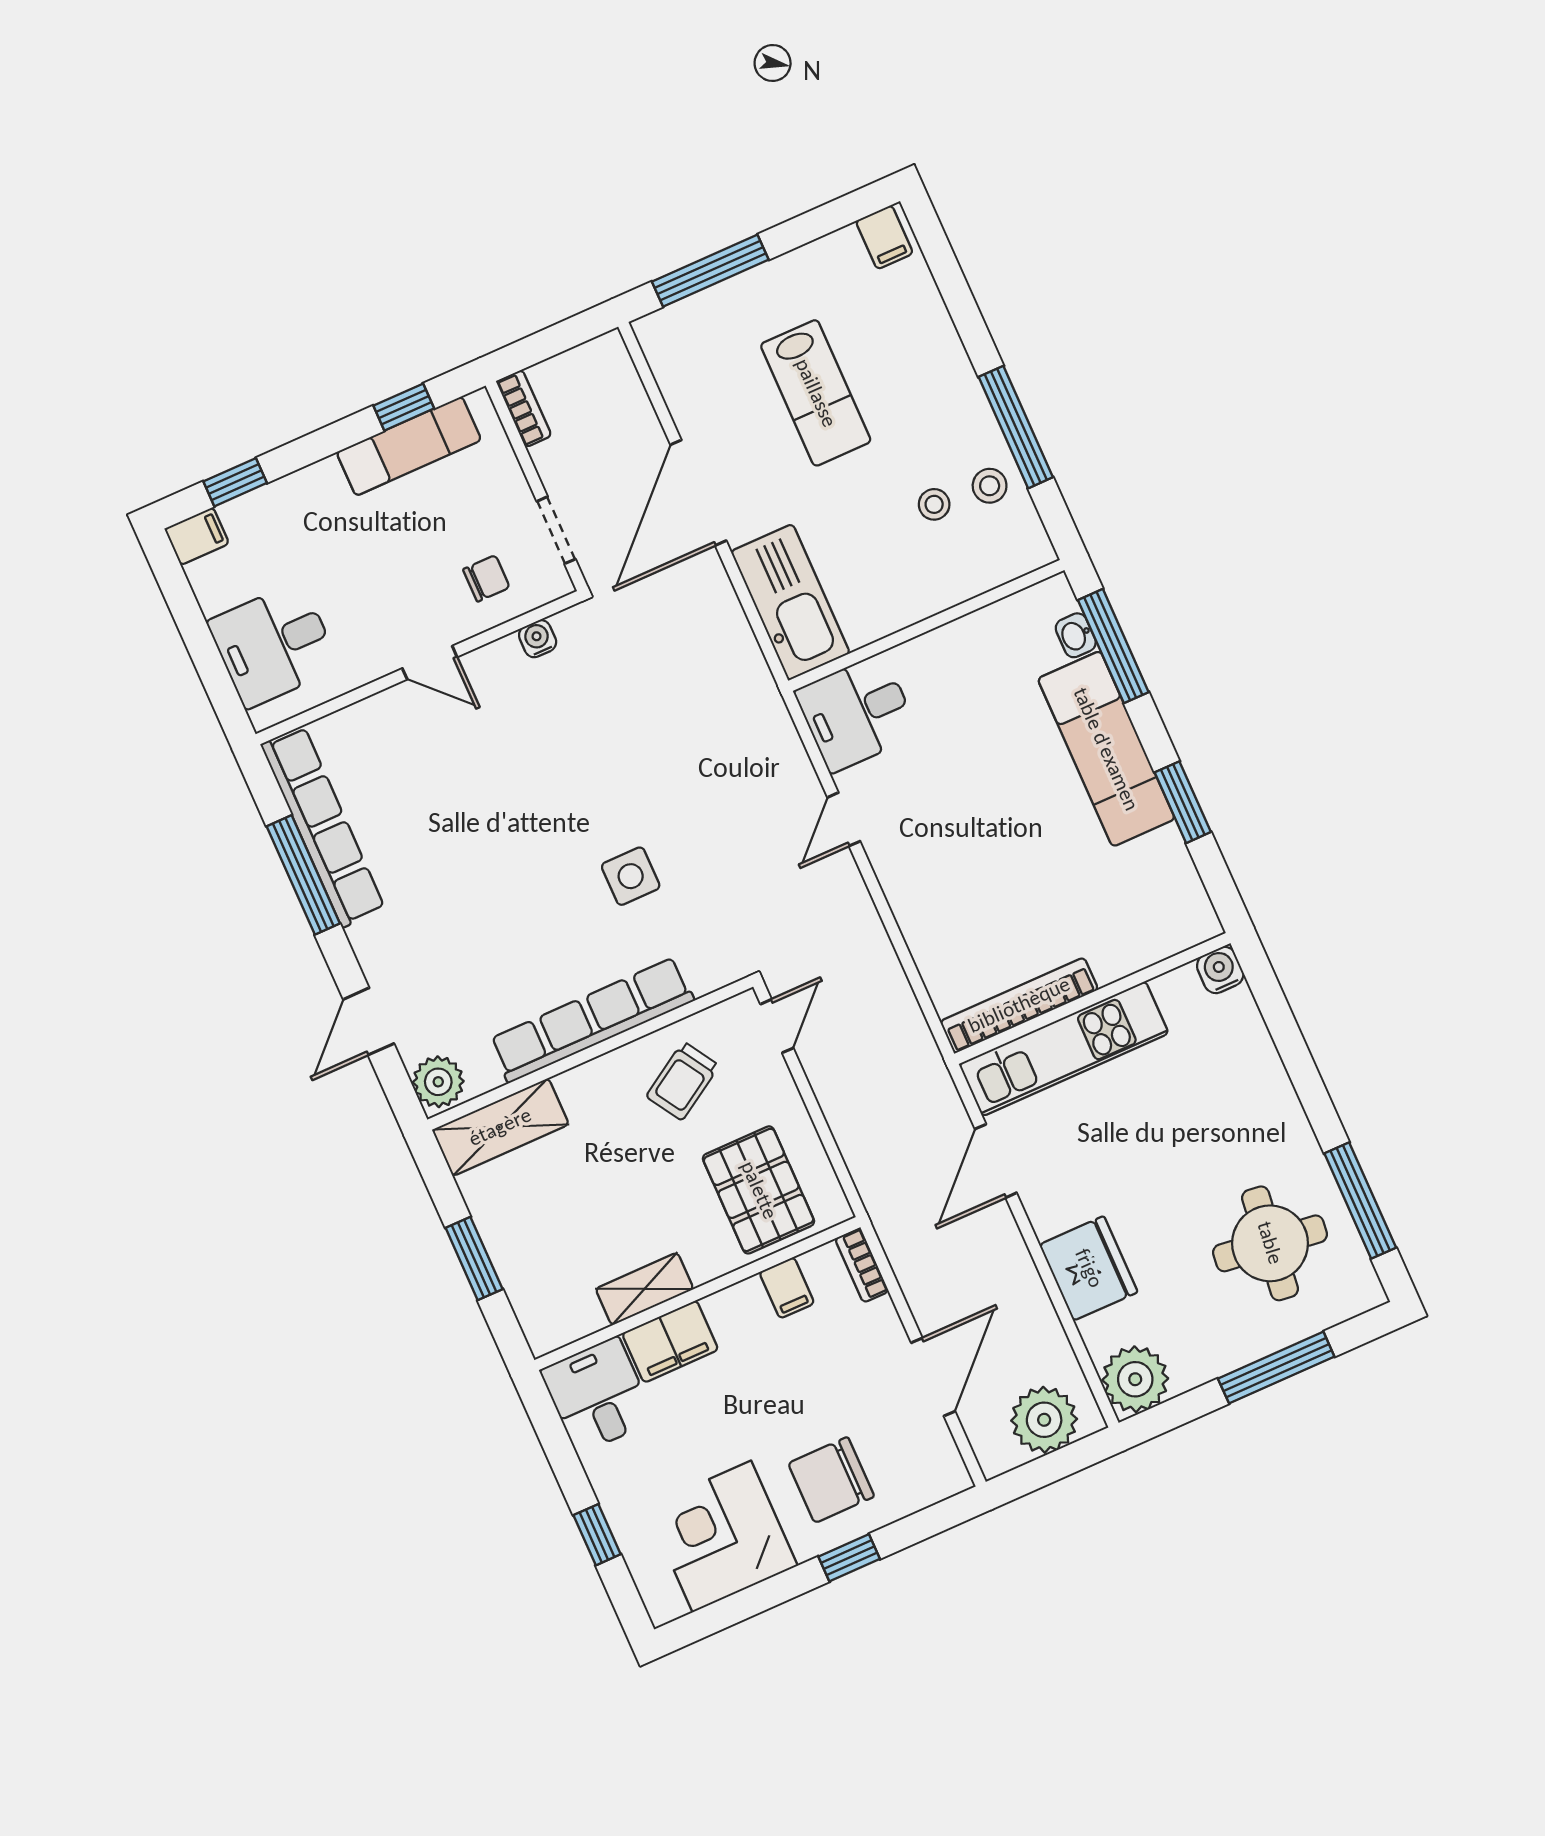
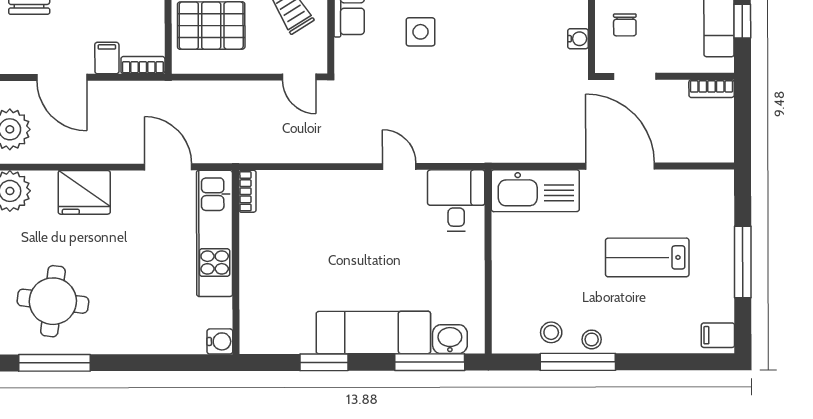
window: (710, 271) -> (743, 262), moved
stool: (934, 504) -> (592, 339), moved
washbasin: (1076, 635) -> (450, 339), width x1.38, depth x1.45
bookcase: (1019, 1005) -> (247, 191), width x0.43, depth x0.76
filing cabinet: (787, 1288) -> (107, 58), moved, turned 90

